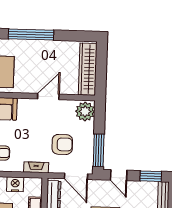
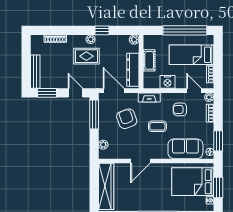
plant: (85, 111) -> (103, 145), width x0.53, depth x0.53
coffee table: (28, 135) -> (157, 126), added
armchair: (62, 144) -> (127, 119), turned 70

